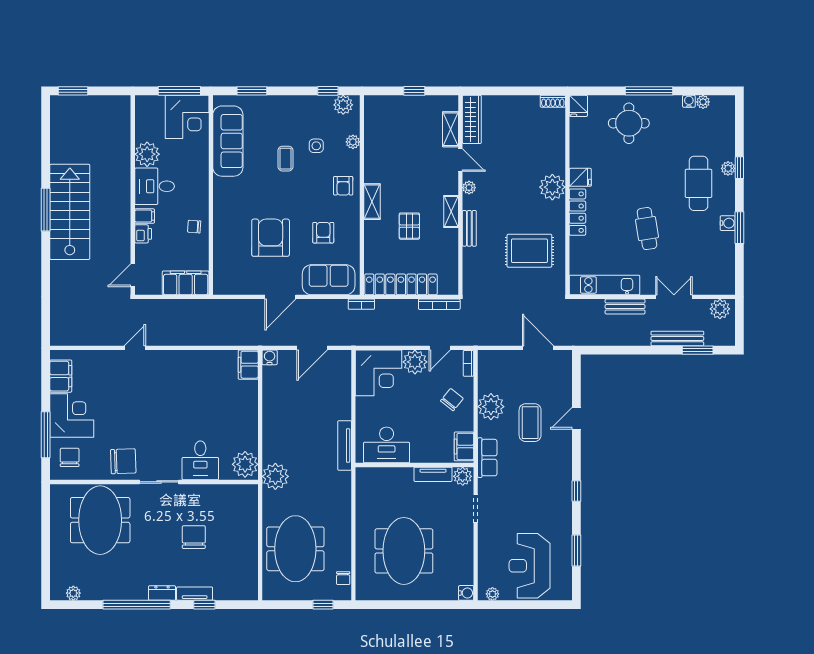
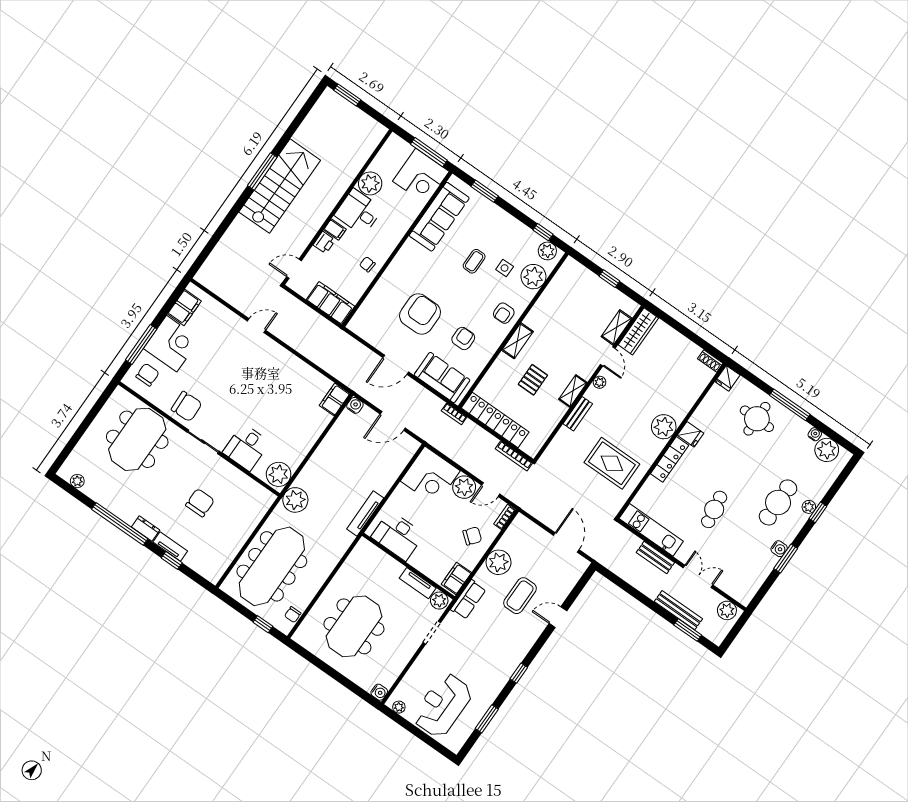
plant: (703, 102) -> (827, 450), width x1.88, depth x1.88
plant: (353, 142) -> (533, 277), width x1.88, depth x1.88
meeting table: (295, 549) -> (272, 566), width x1.36

